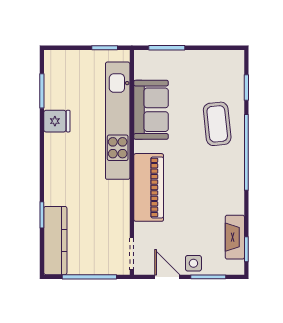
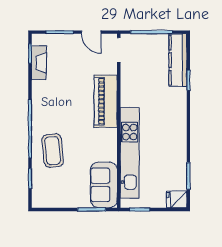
sofa: (151, 110) -> (104, 185), moved
fridge: (57, 121) -> (177, 199), moved
side table: (193, 263) -> (71, 43), removed

